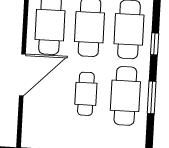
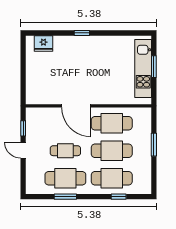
window: (155, 44) -> (119, 197), moved

